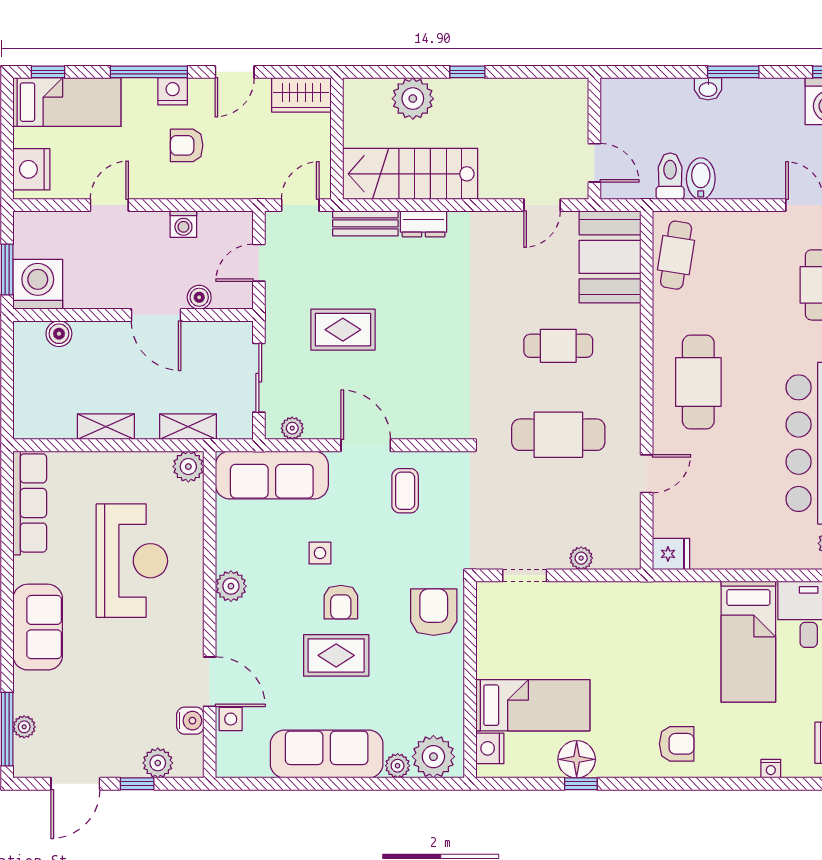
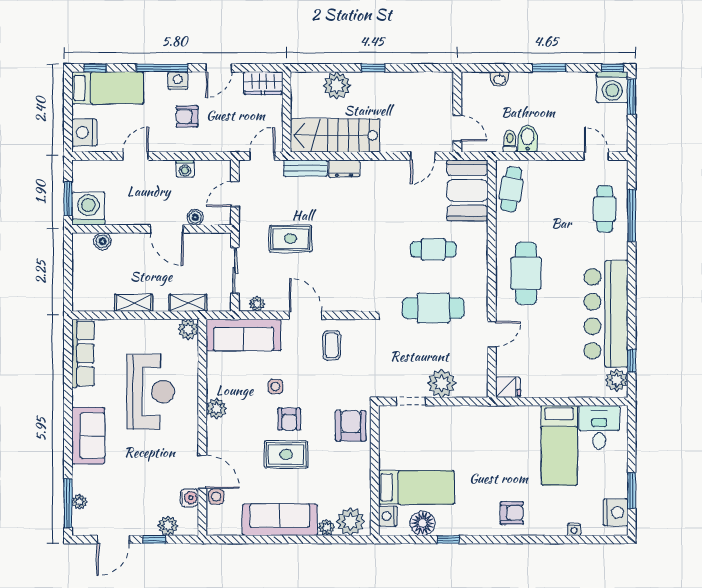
washbasin: (708, 89) -> (499, 79), moved
toilet: (670, 176) -> (510, 141), width x0.73, depth x0.72
plant: (581, 558) -> (442, 383), width x1.88, depth x1.88
floor lamp: (577, 759) -> (423, 523), moved

